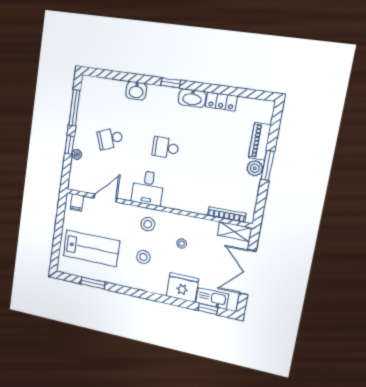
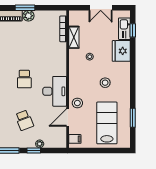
desk: (148, 188) -> (55, 91), width x1.37
door: (105, 198) -> (68, 117), hinge flipped
stool: (148, 224) -> (77, 103), moved
shelving: (235, 232) -> (74, 37), moved
double door: (248, 272) -> (101, 8), width x0.73

